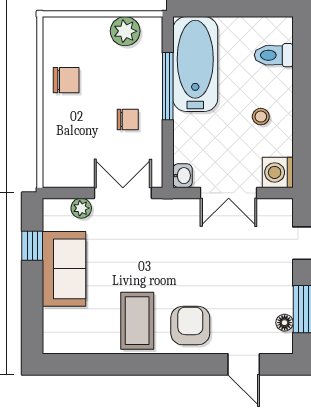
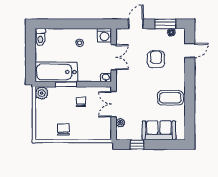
plant: (125, 31) -> (42, 93), moved
toilet: (274, 55) -> (40, 37), moved
window: (168, 86) -> (66, 84), width x0.69
sofa: (64, 269) -> (159, 130), moved
armchair: (190, 326) -> (156, 59), moved, turned 90

